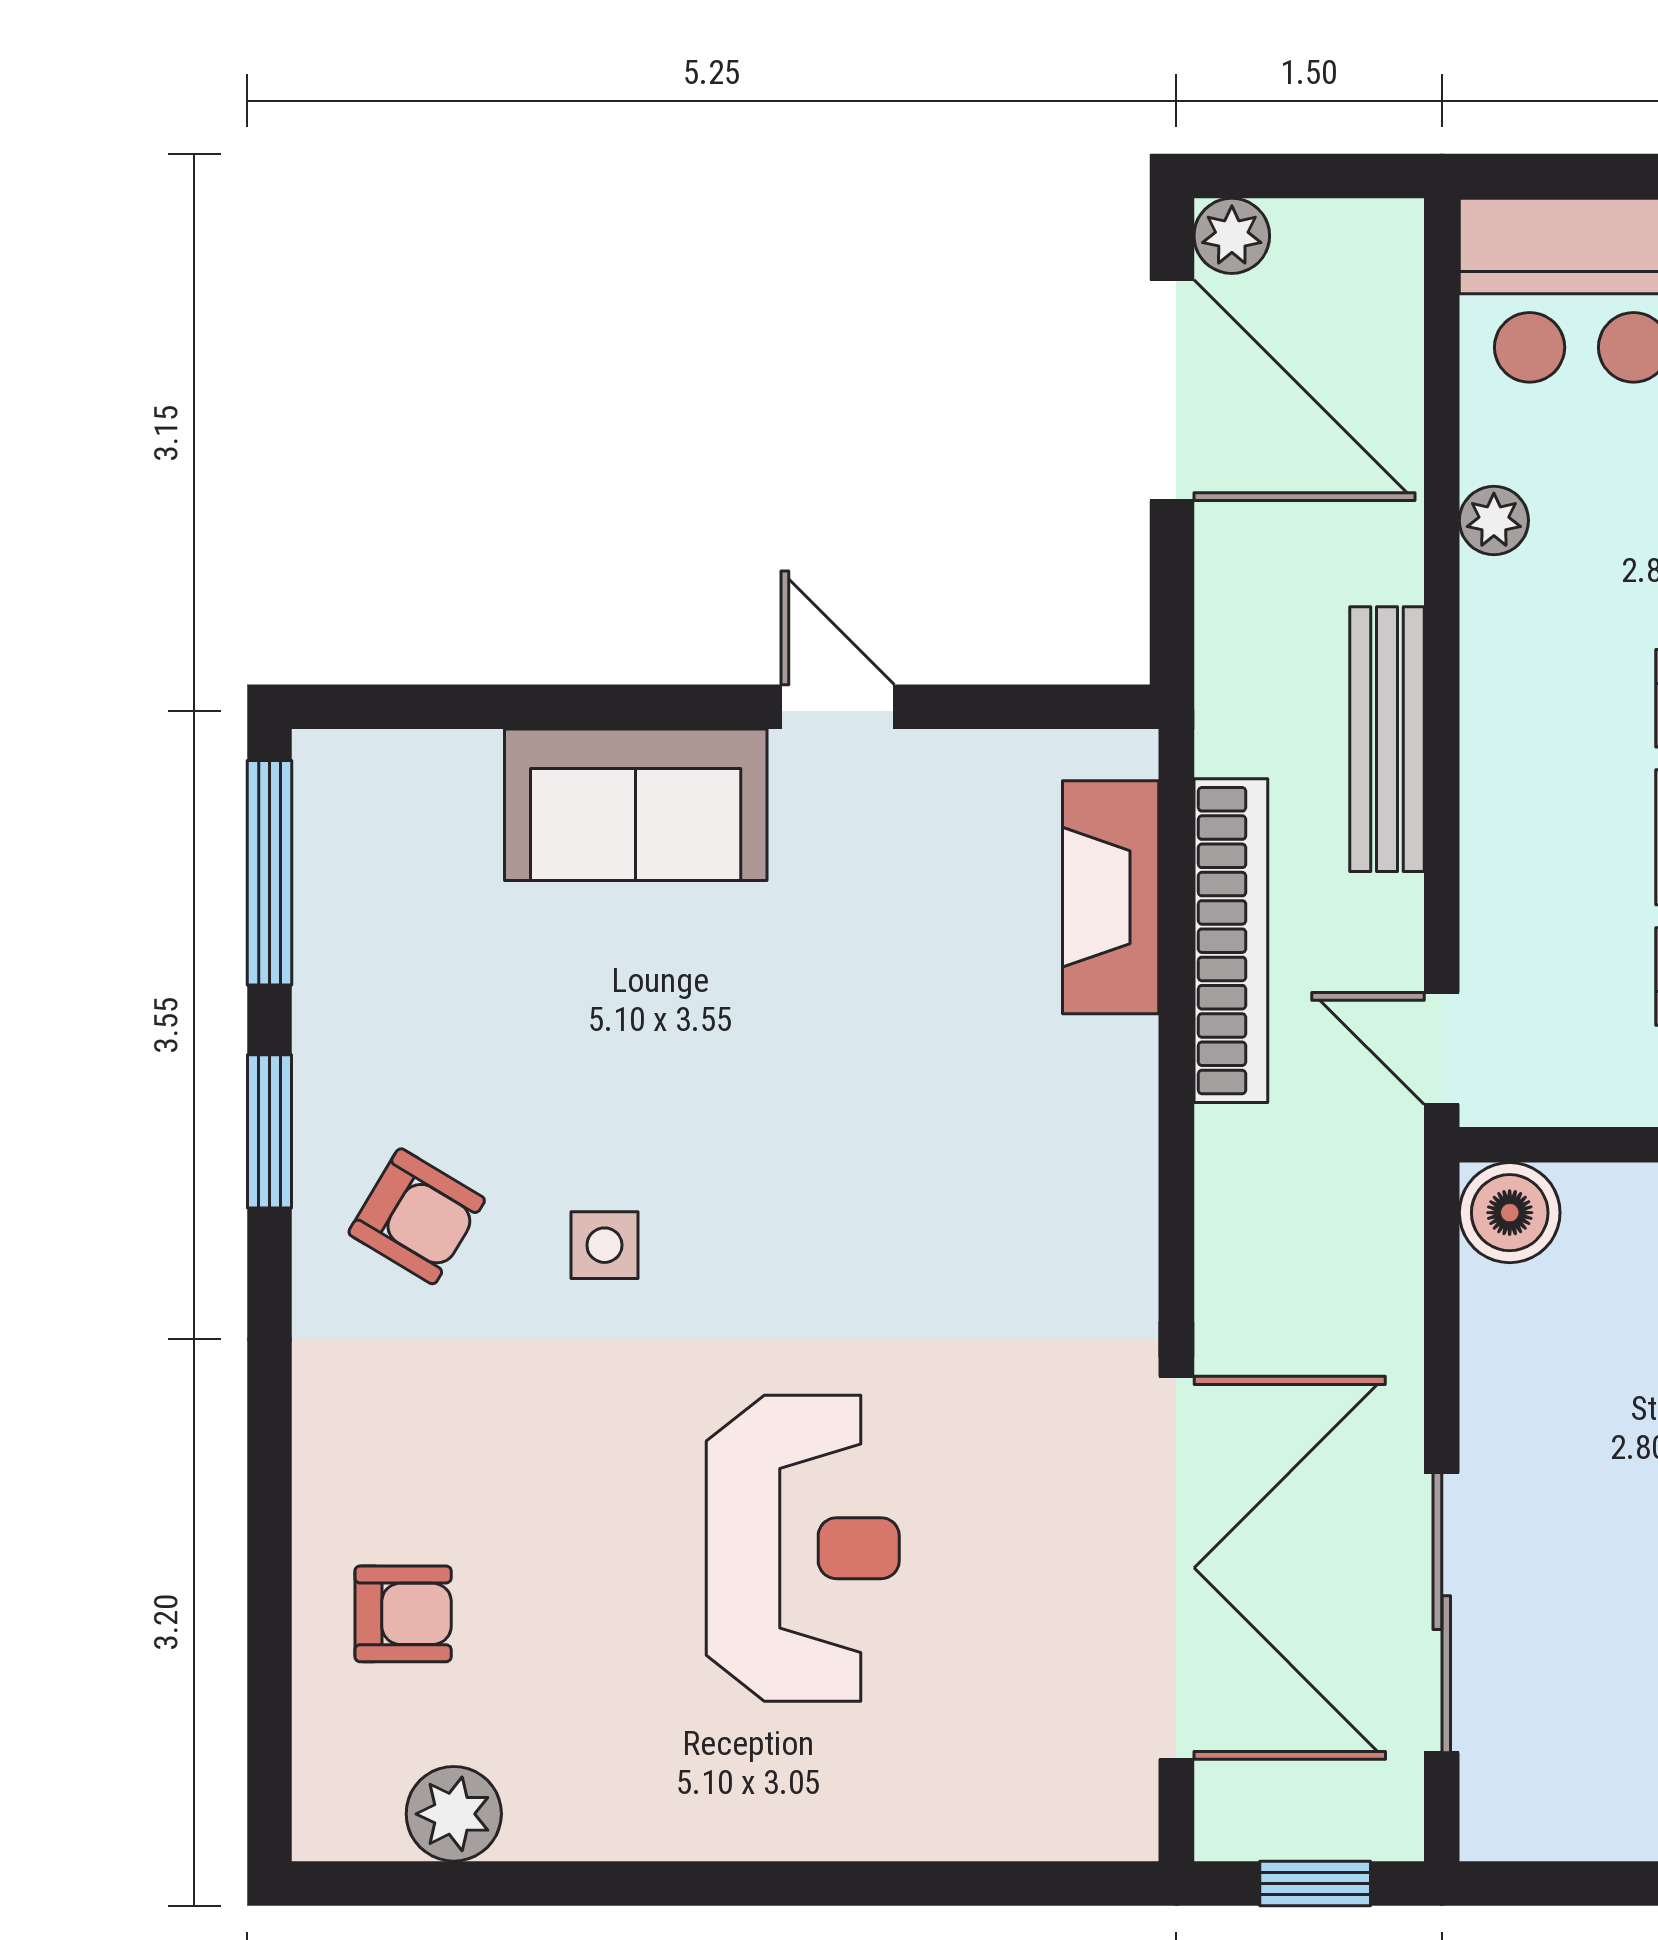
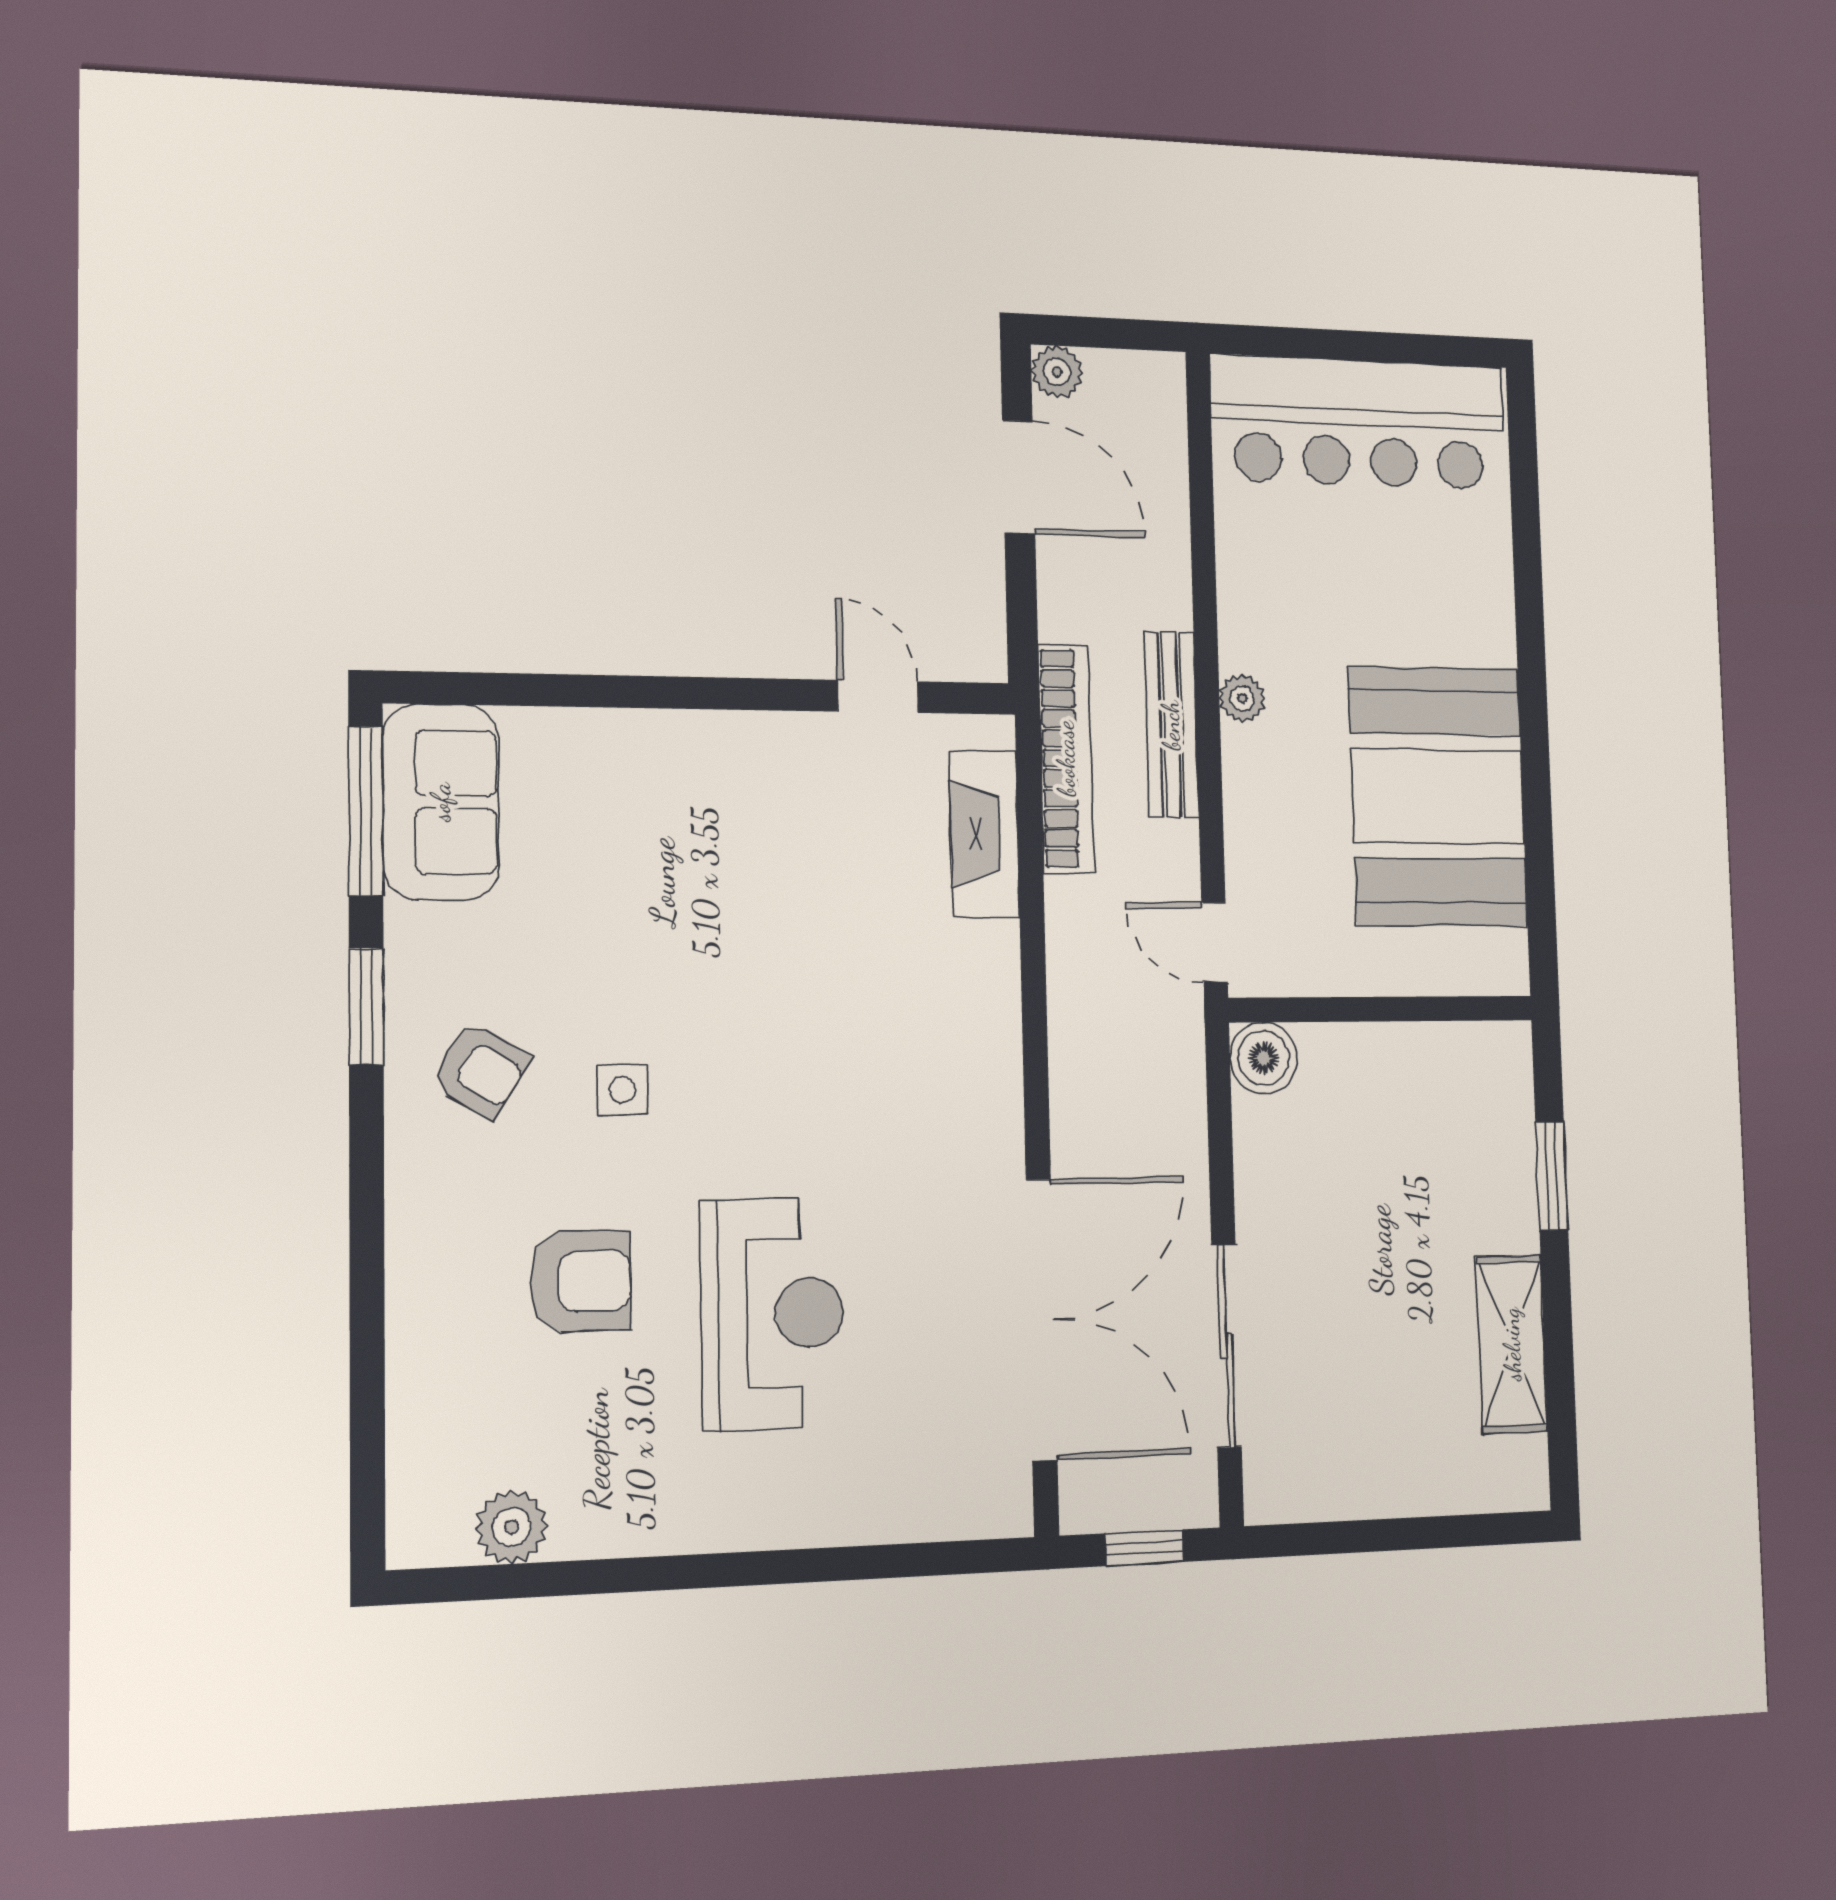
door: (1172, 390) -> (1019, 477), width x0.73
plant: (1494, 521) -> (1242, 698), moved
door: (838, 707) -> (877, 696), moved
sofa: (636, 805) -> (441, 802), moved, turned -90
bookcase: (1231, 941) -> (1066, 758), moved
armchair: (403, 1614) -> (580, 1281), moved, width x1.38, depth x1.38

